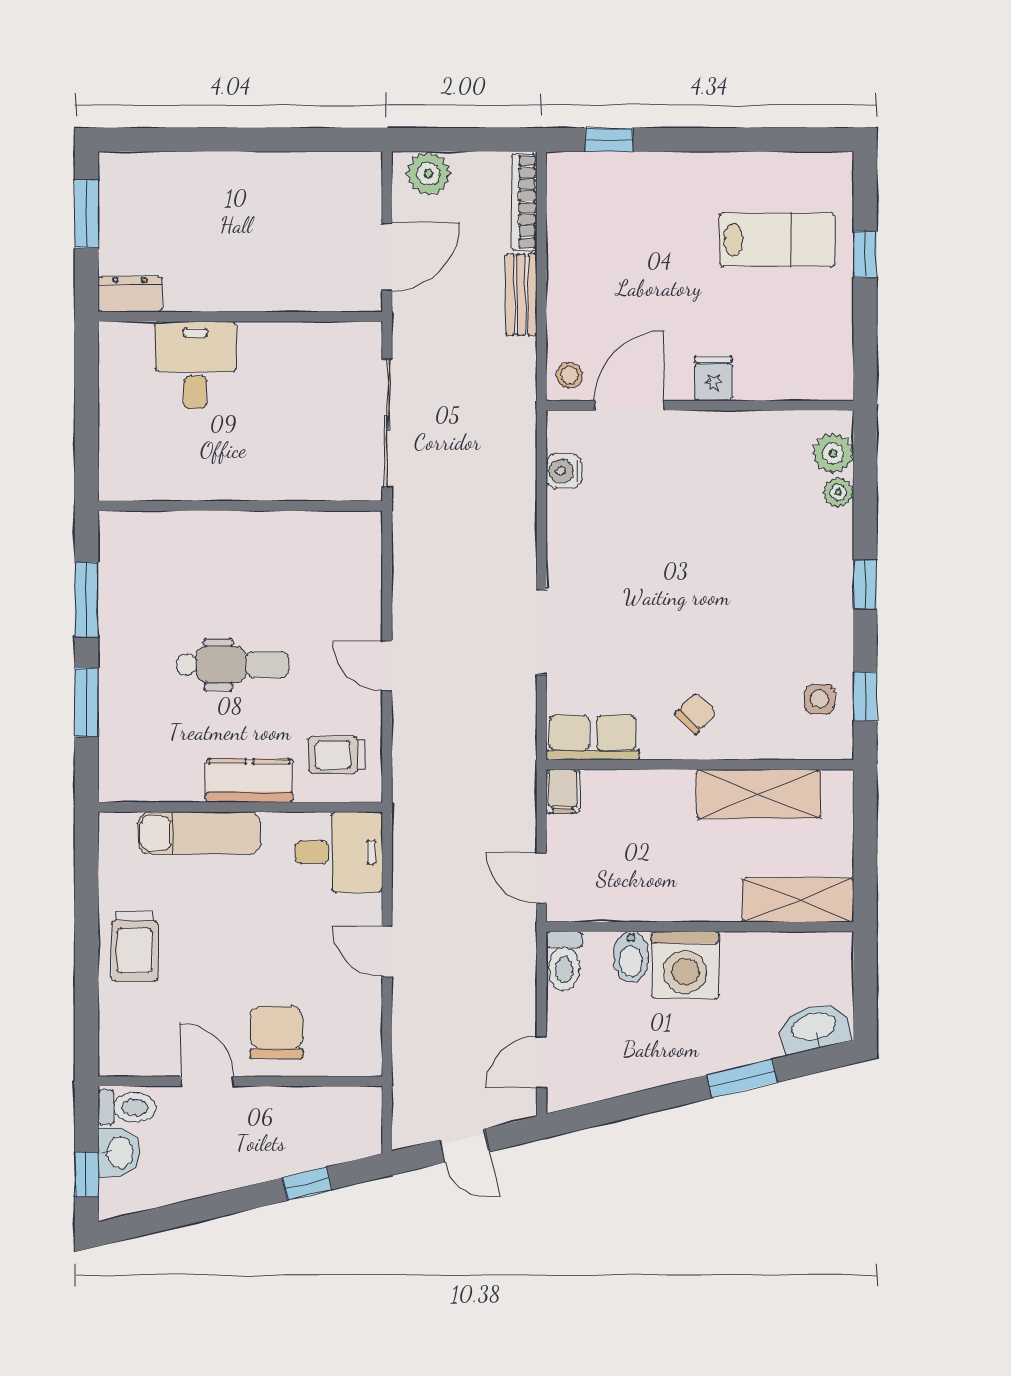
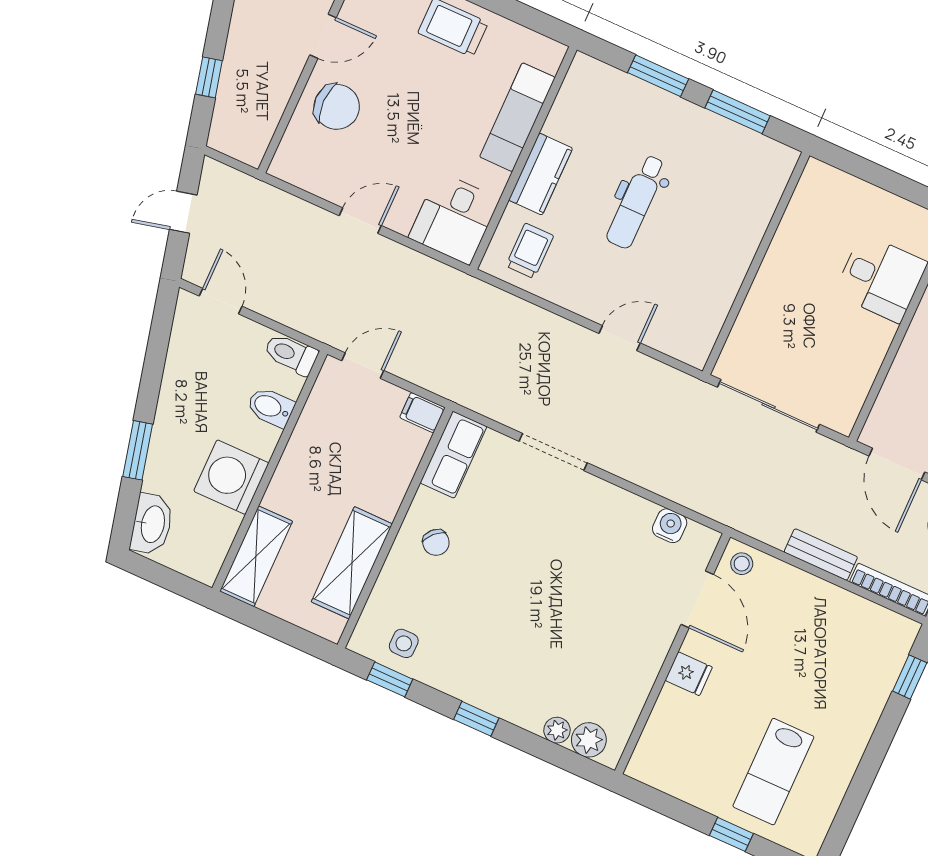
door: (387, 666) -> (620, 338), moved
washing machine: (685, 965) -> (231, 477), moved

